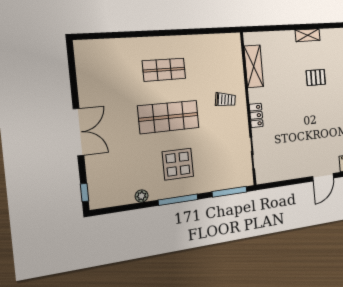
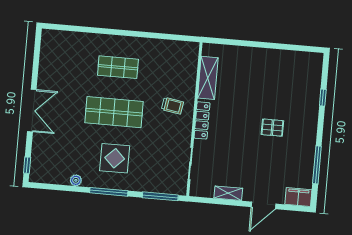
shelving: (308, 35) -> (228, 193), moved
pallet: (316, 77) -> (272, 128), moved
locker: (256, 115) -> (202, 120), width x1.53

